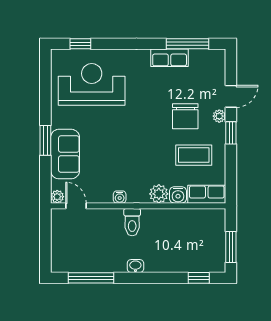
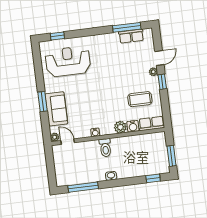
row of seats: (170, 58) -> (131, 36), moved
chair: (185, 116) -> (131, 75), removed

